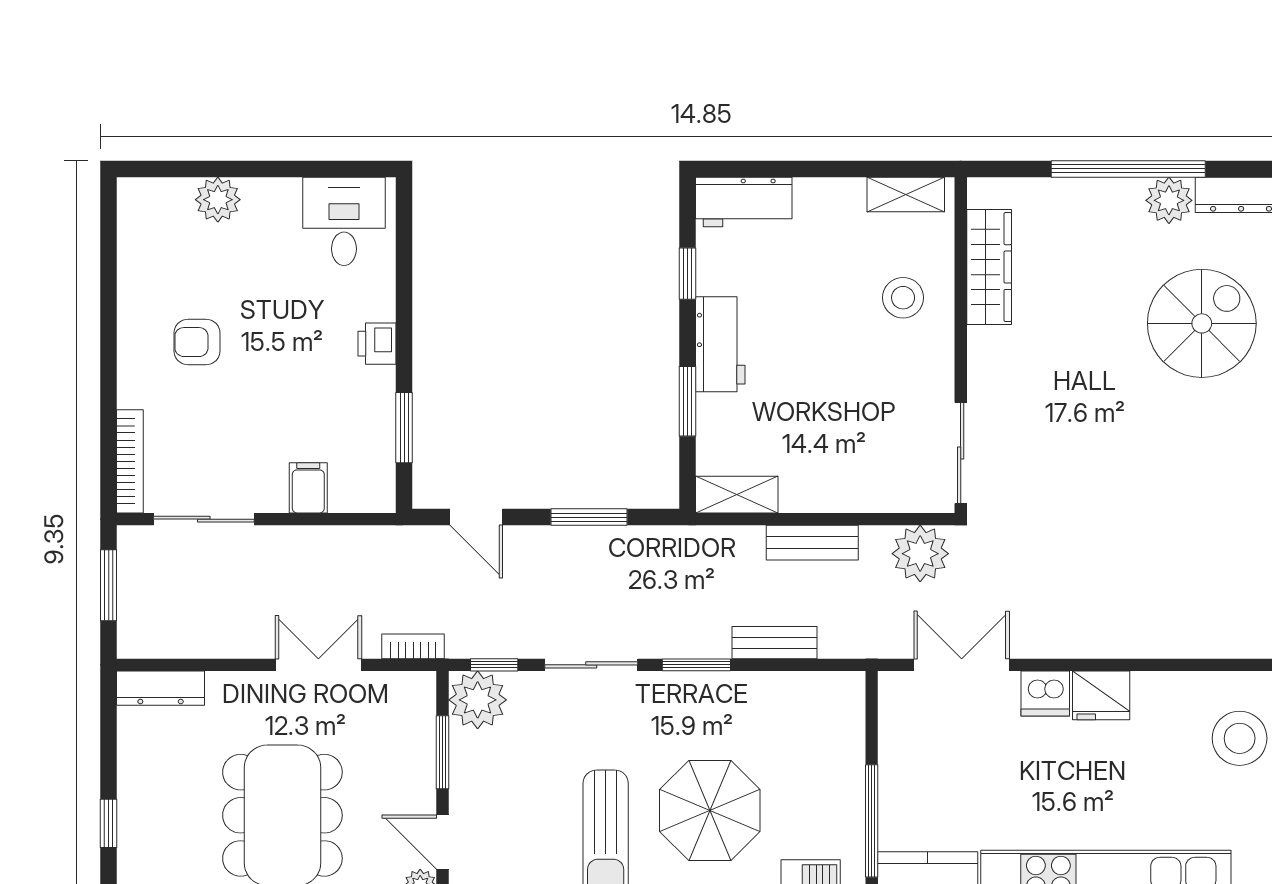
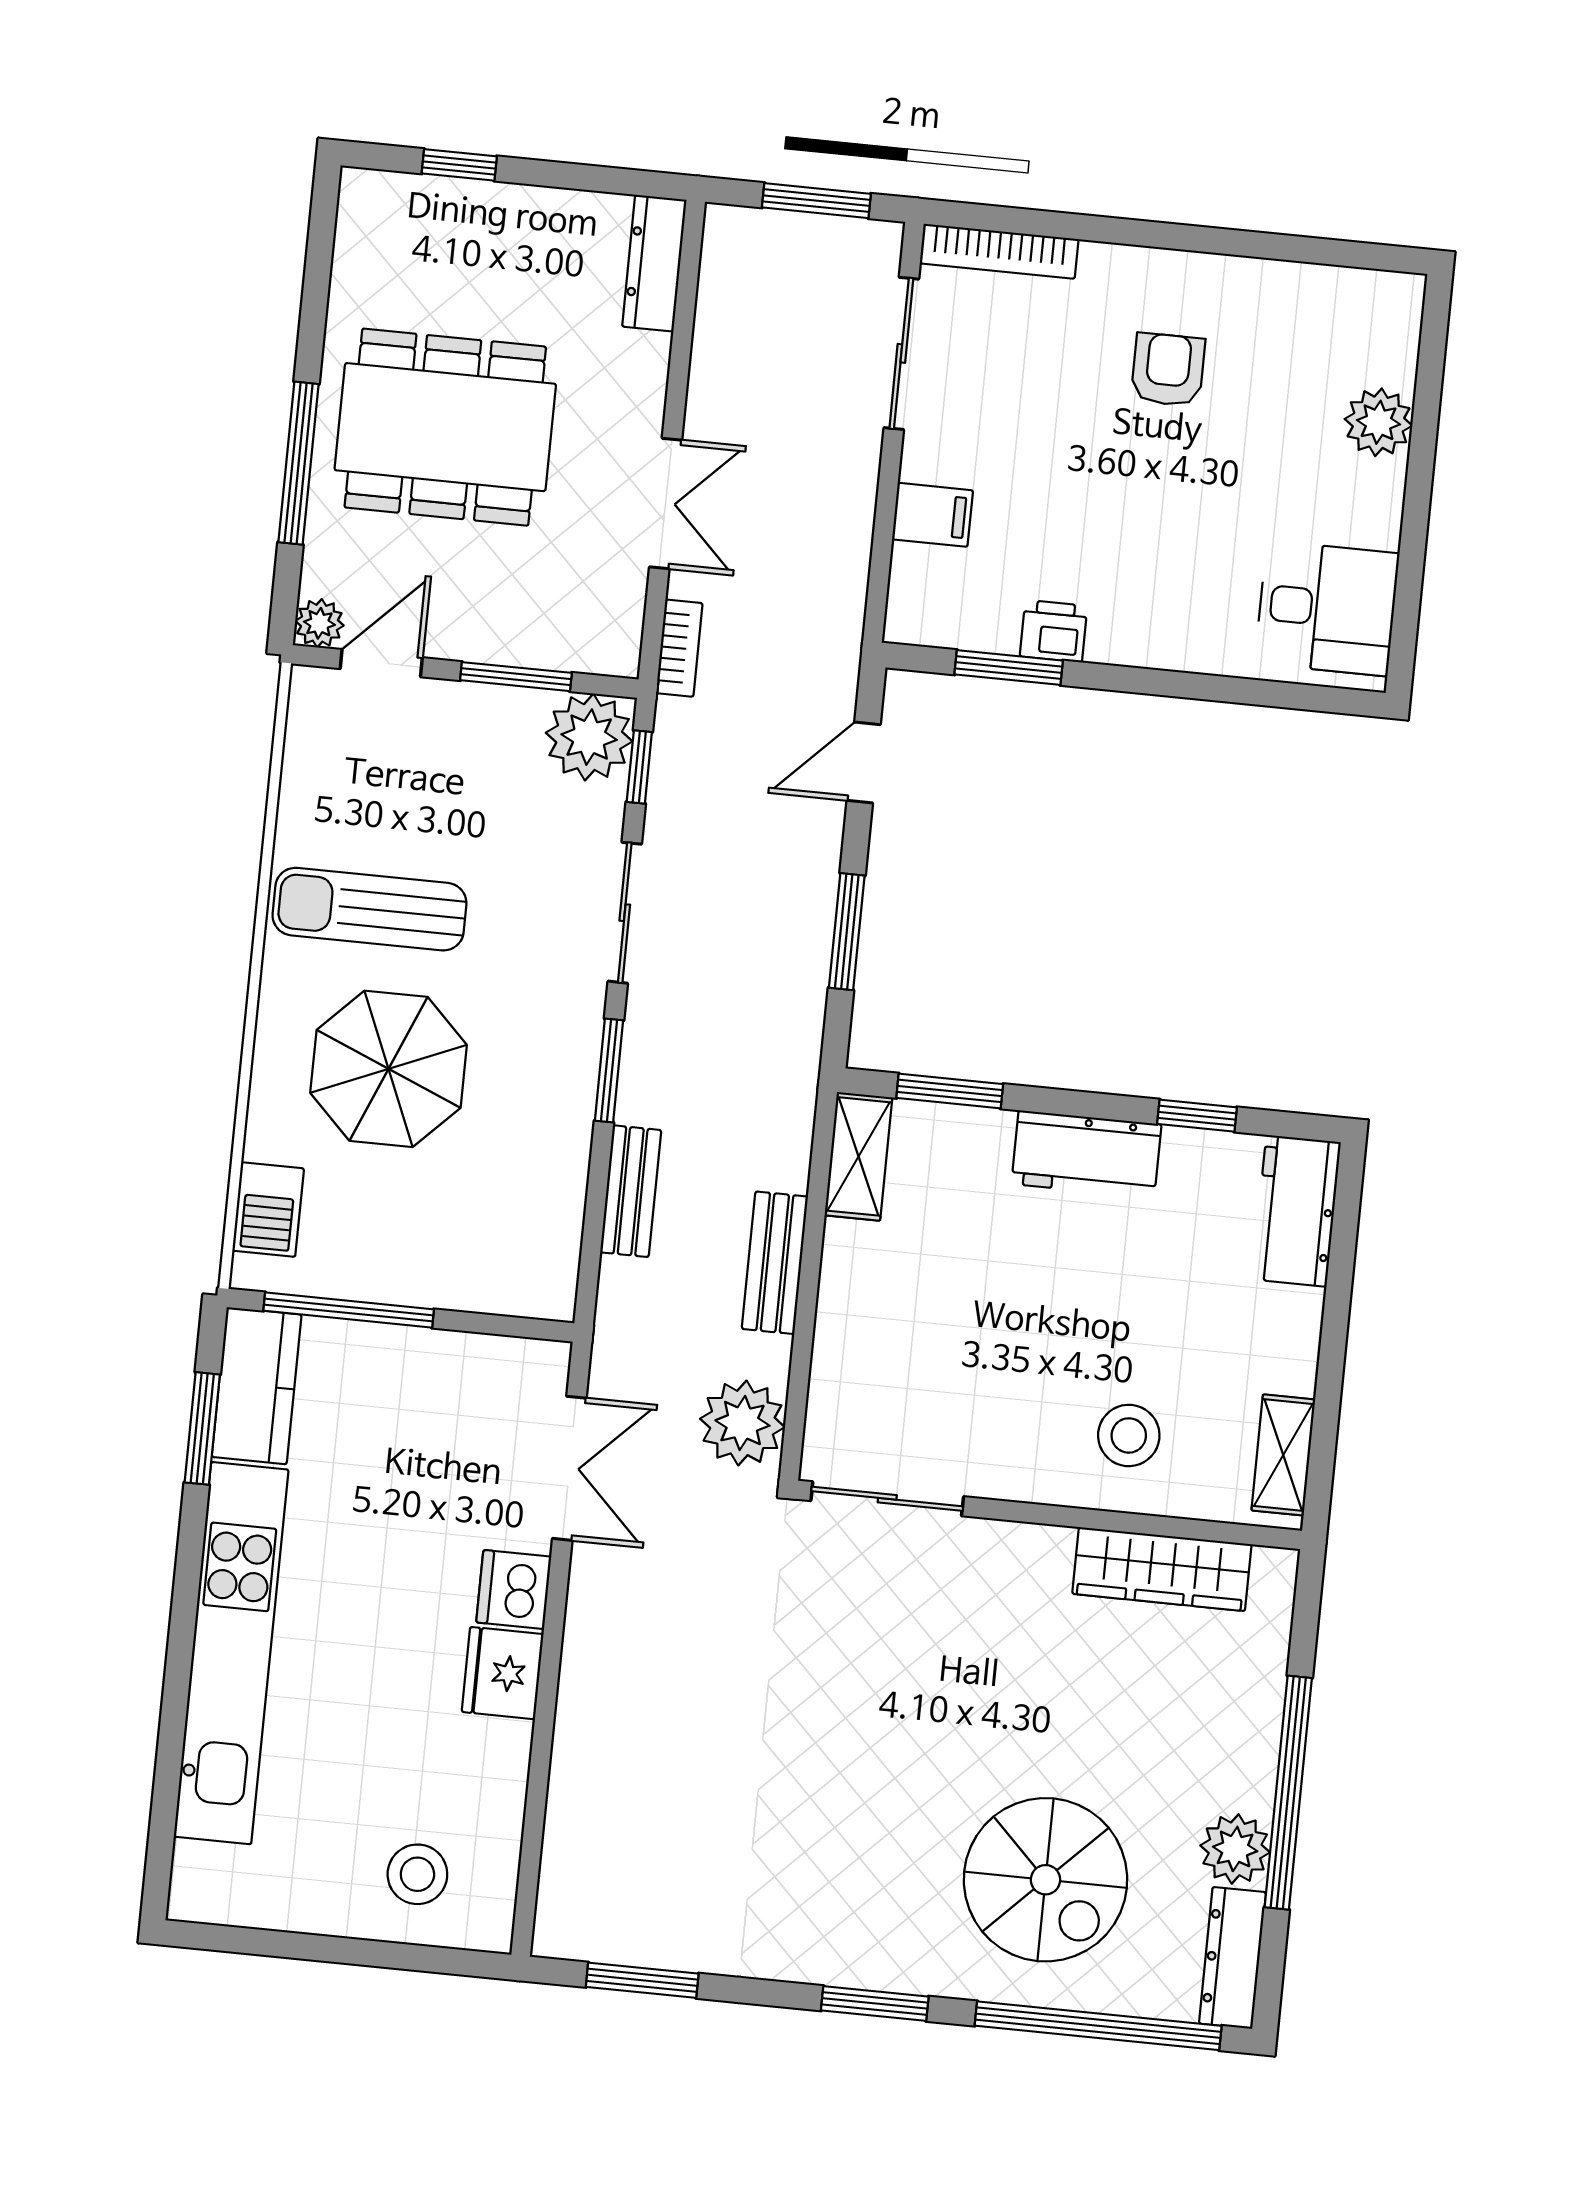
printer: (377, 344) -> (1054, 631), moved
window: (687, 401) -> (950, 1091), moved
stool: (1240, 738) -> (417, 1874), width x0.73, depth x0.73

